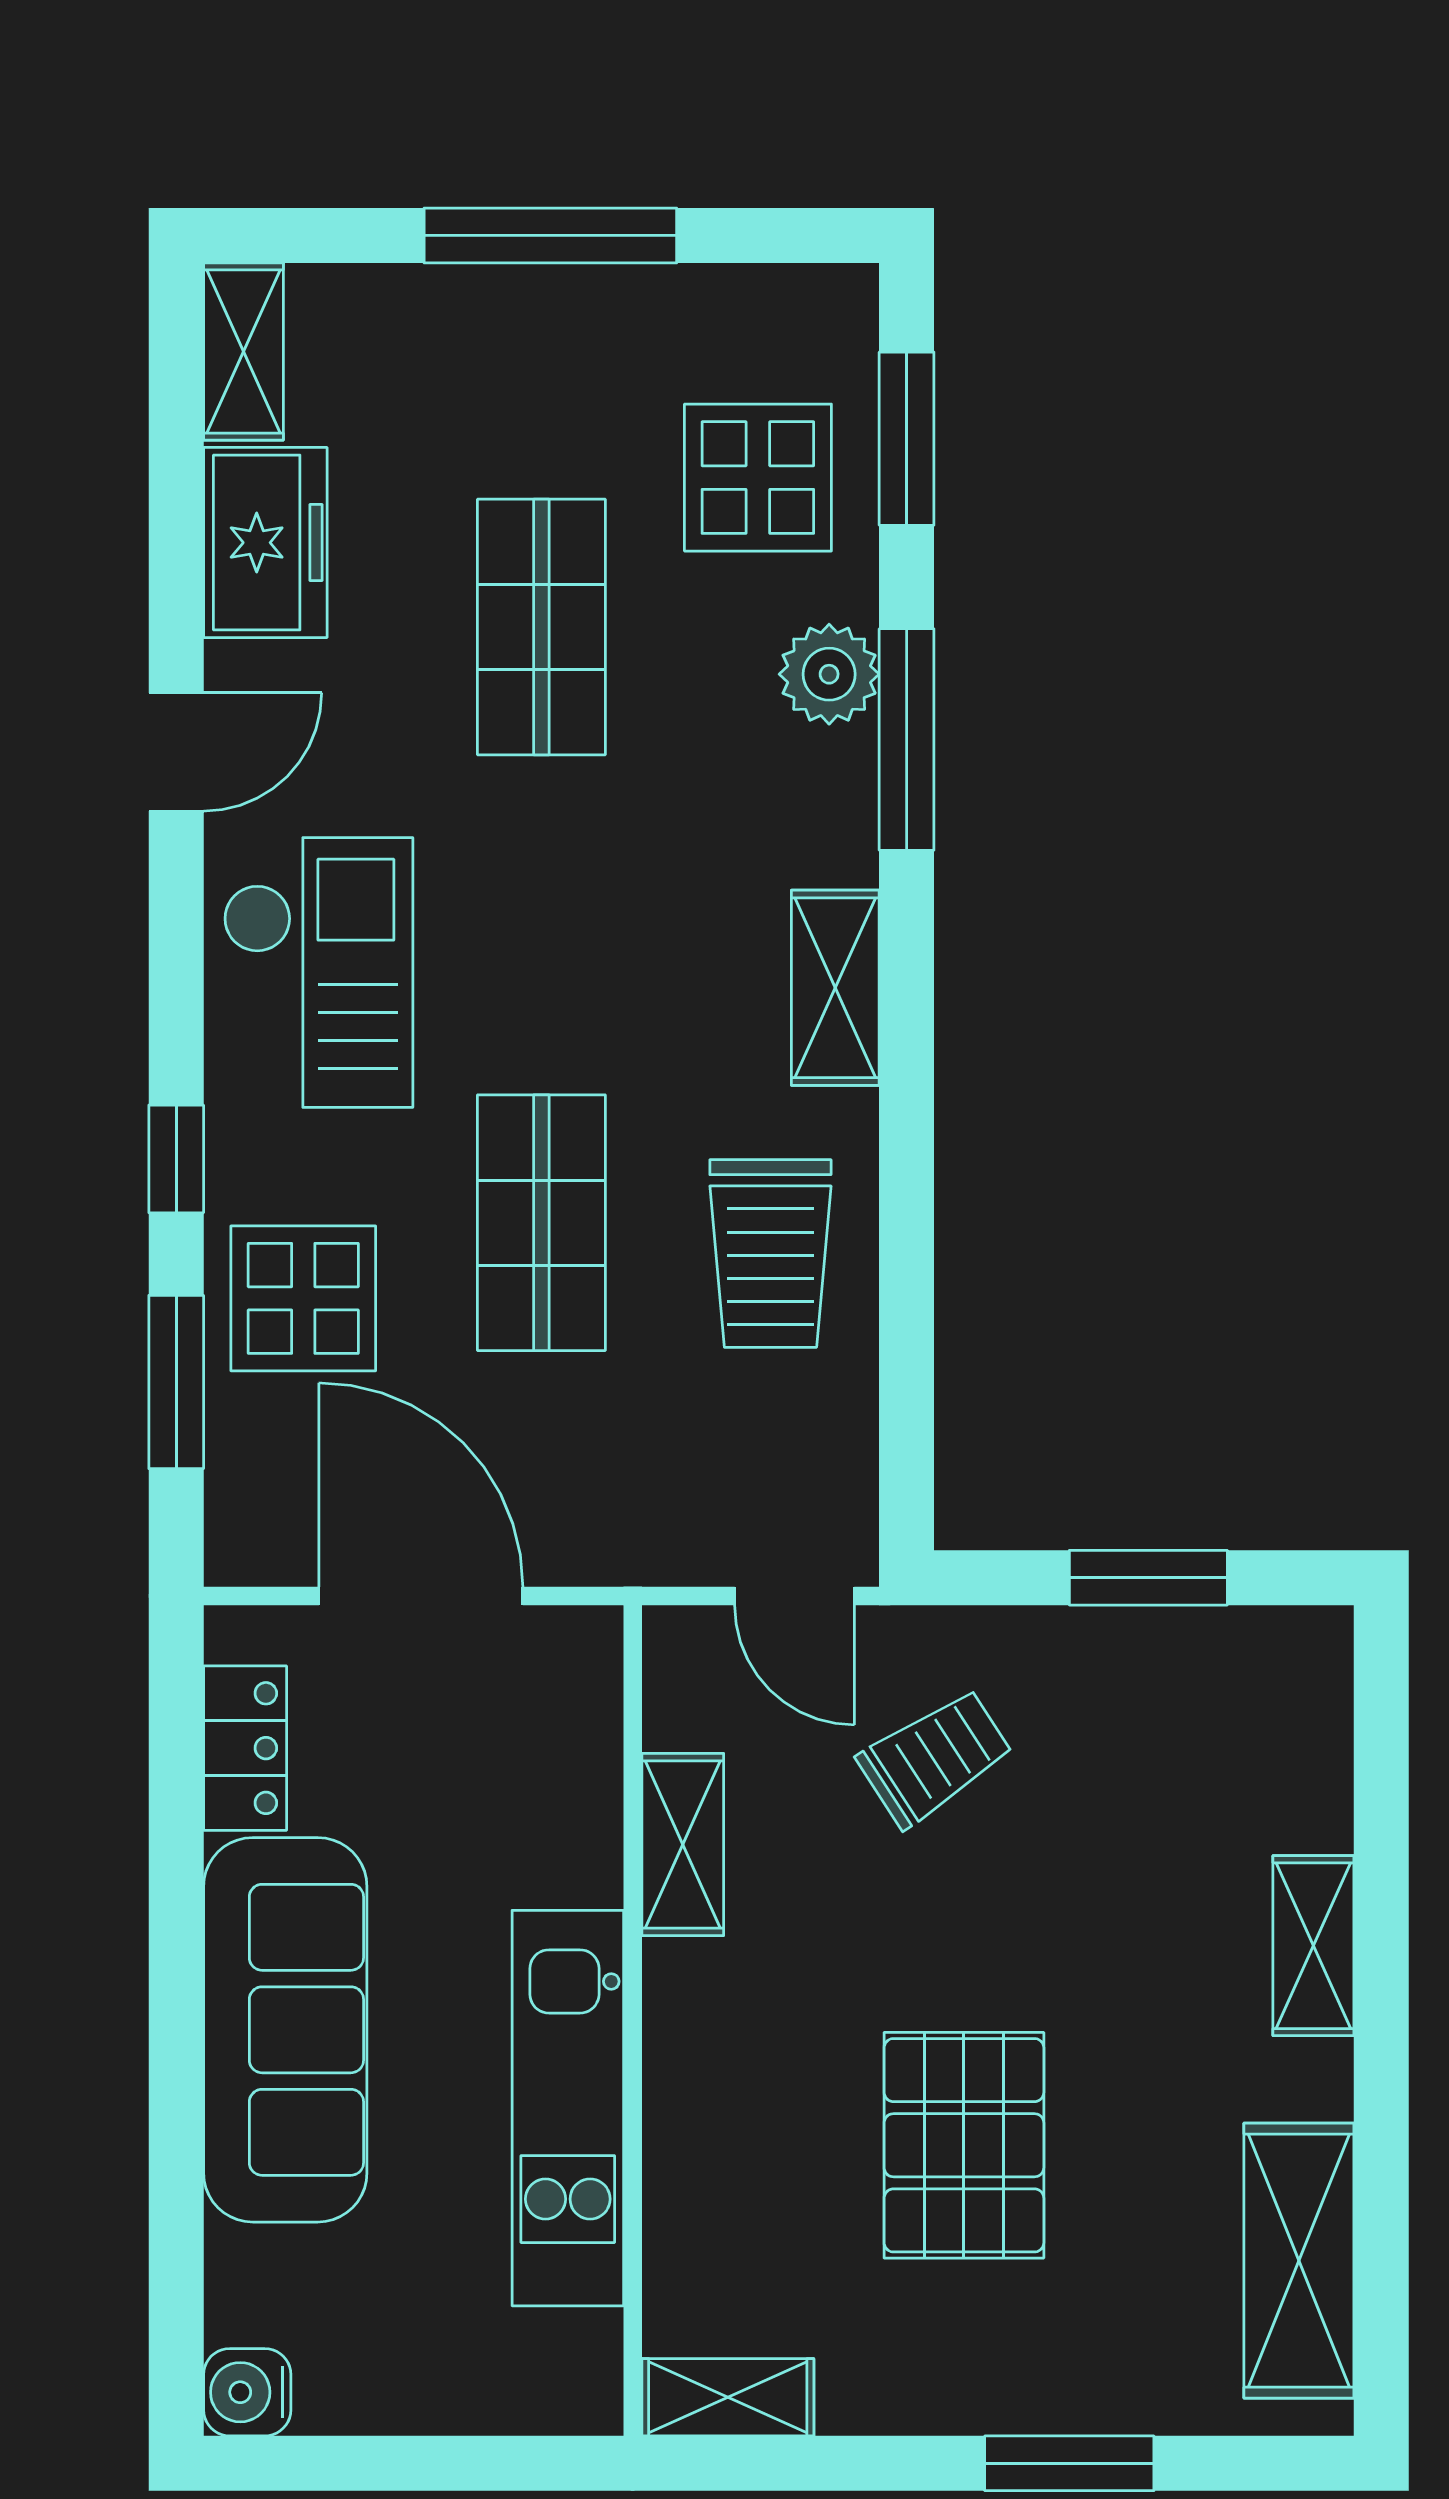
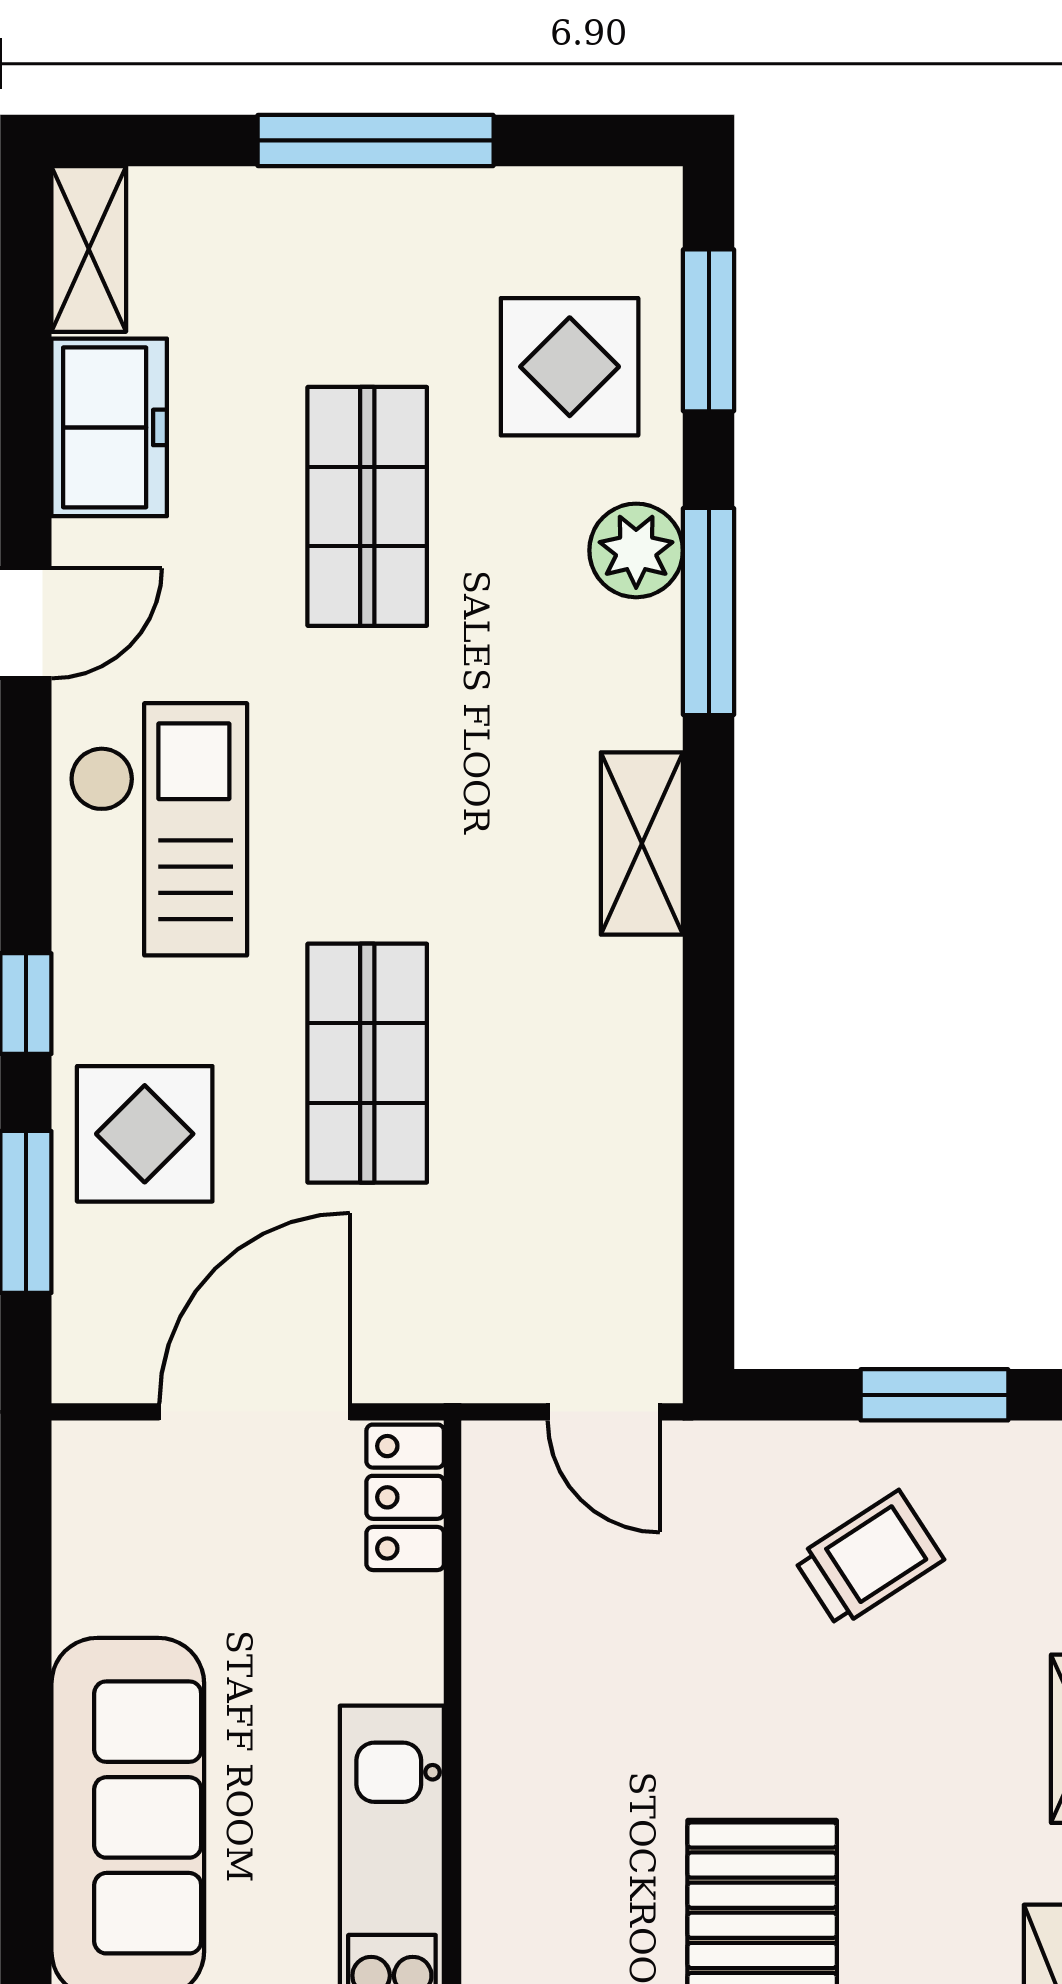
trolley: (770, 1253) -> (581, 1092), removed
door: (421, 1596) -> (255, 1412), hinge flipped
locker: (245, 1748) -> (405, 1497), moved, turned 180
trolley: (935, 1758) -> (869, 1559), moved
shelving: (683, 1844) -> (499, 1644), removed

